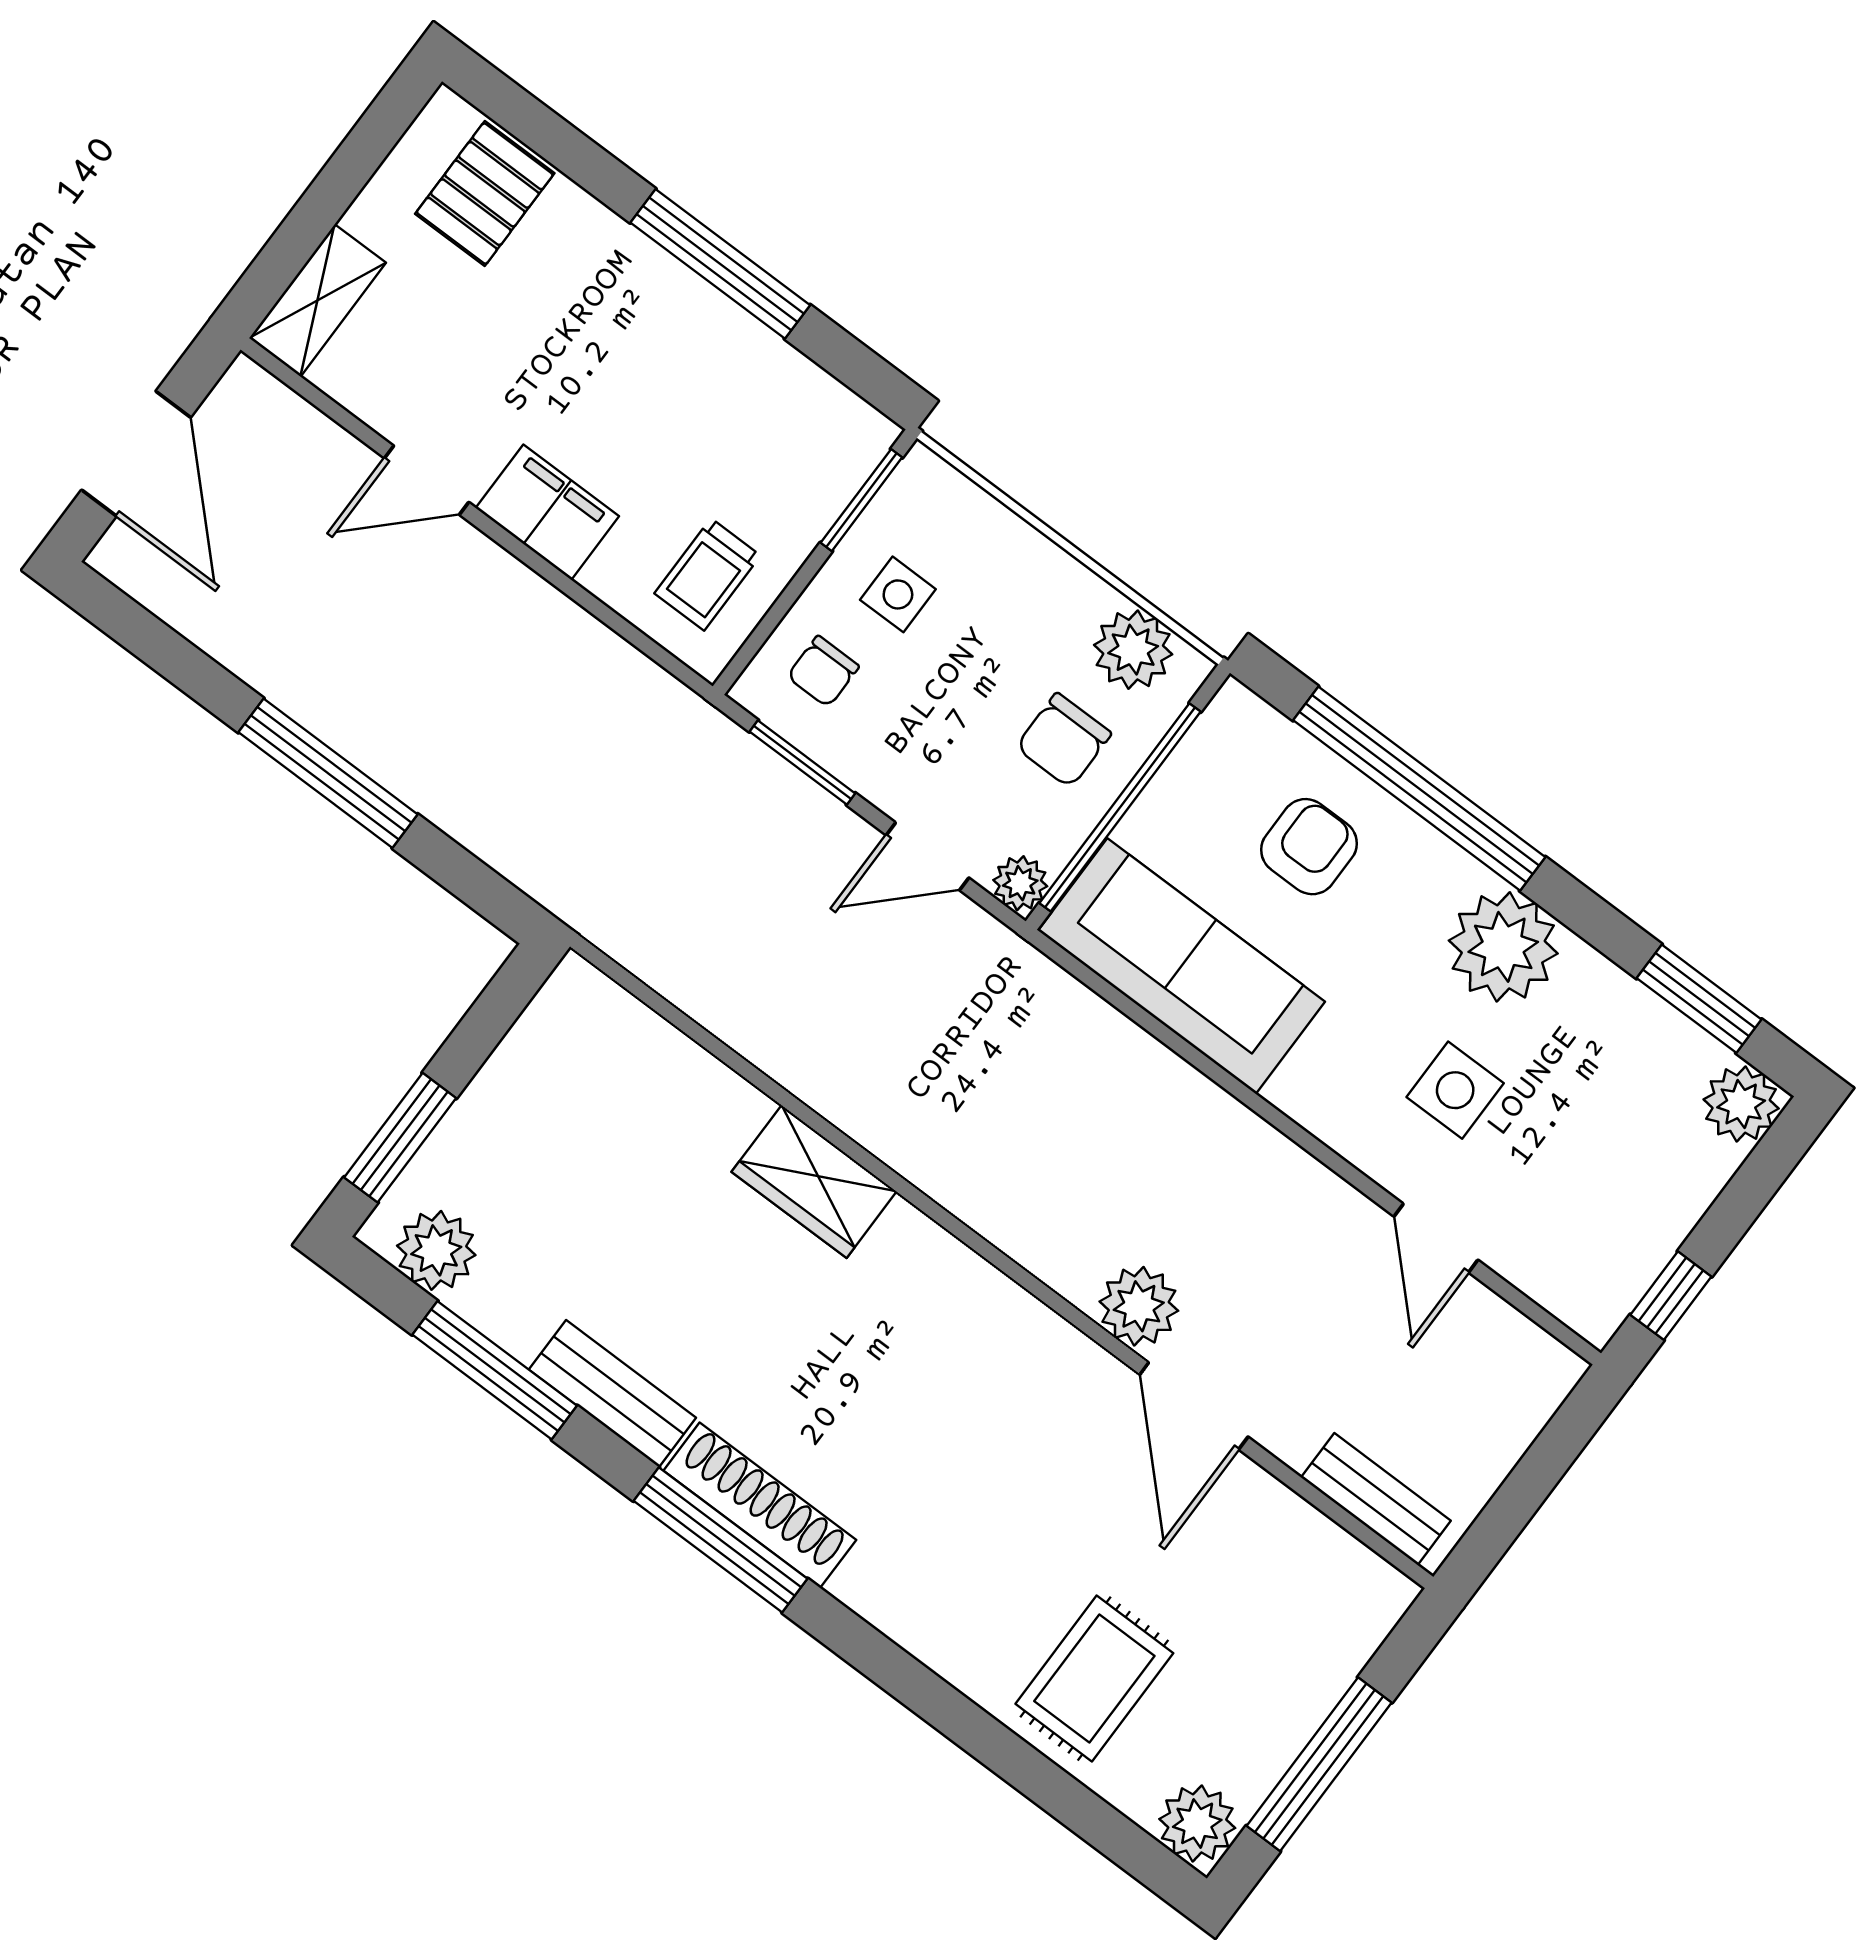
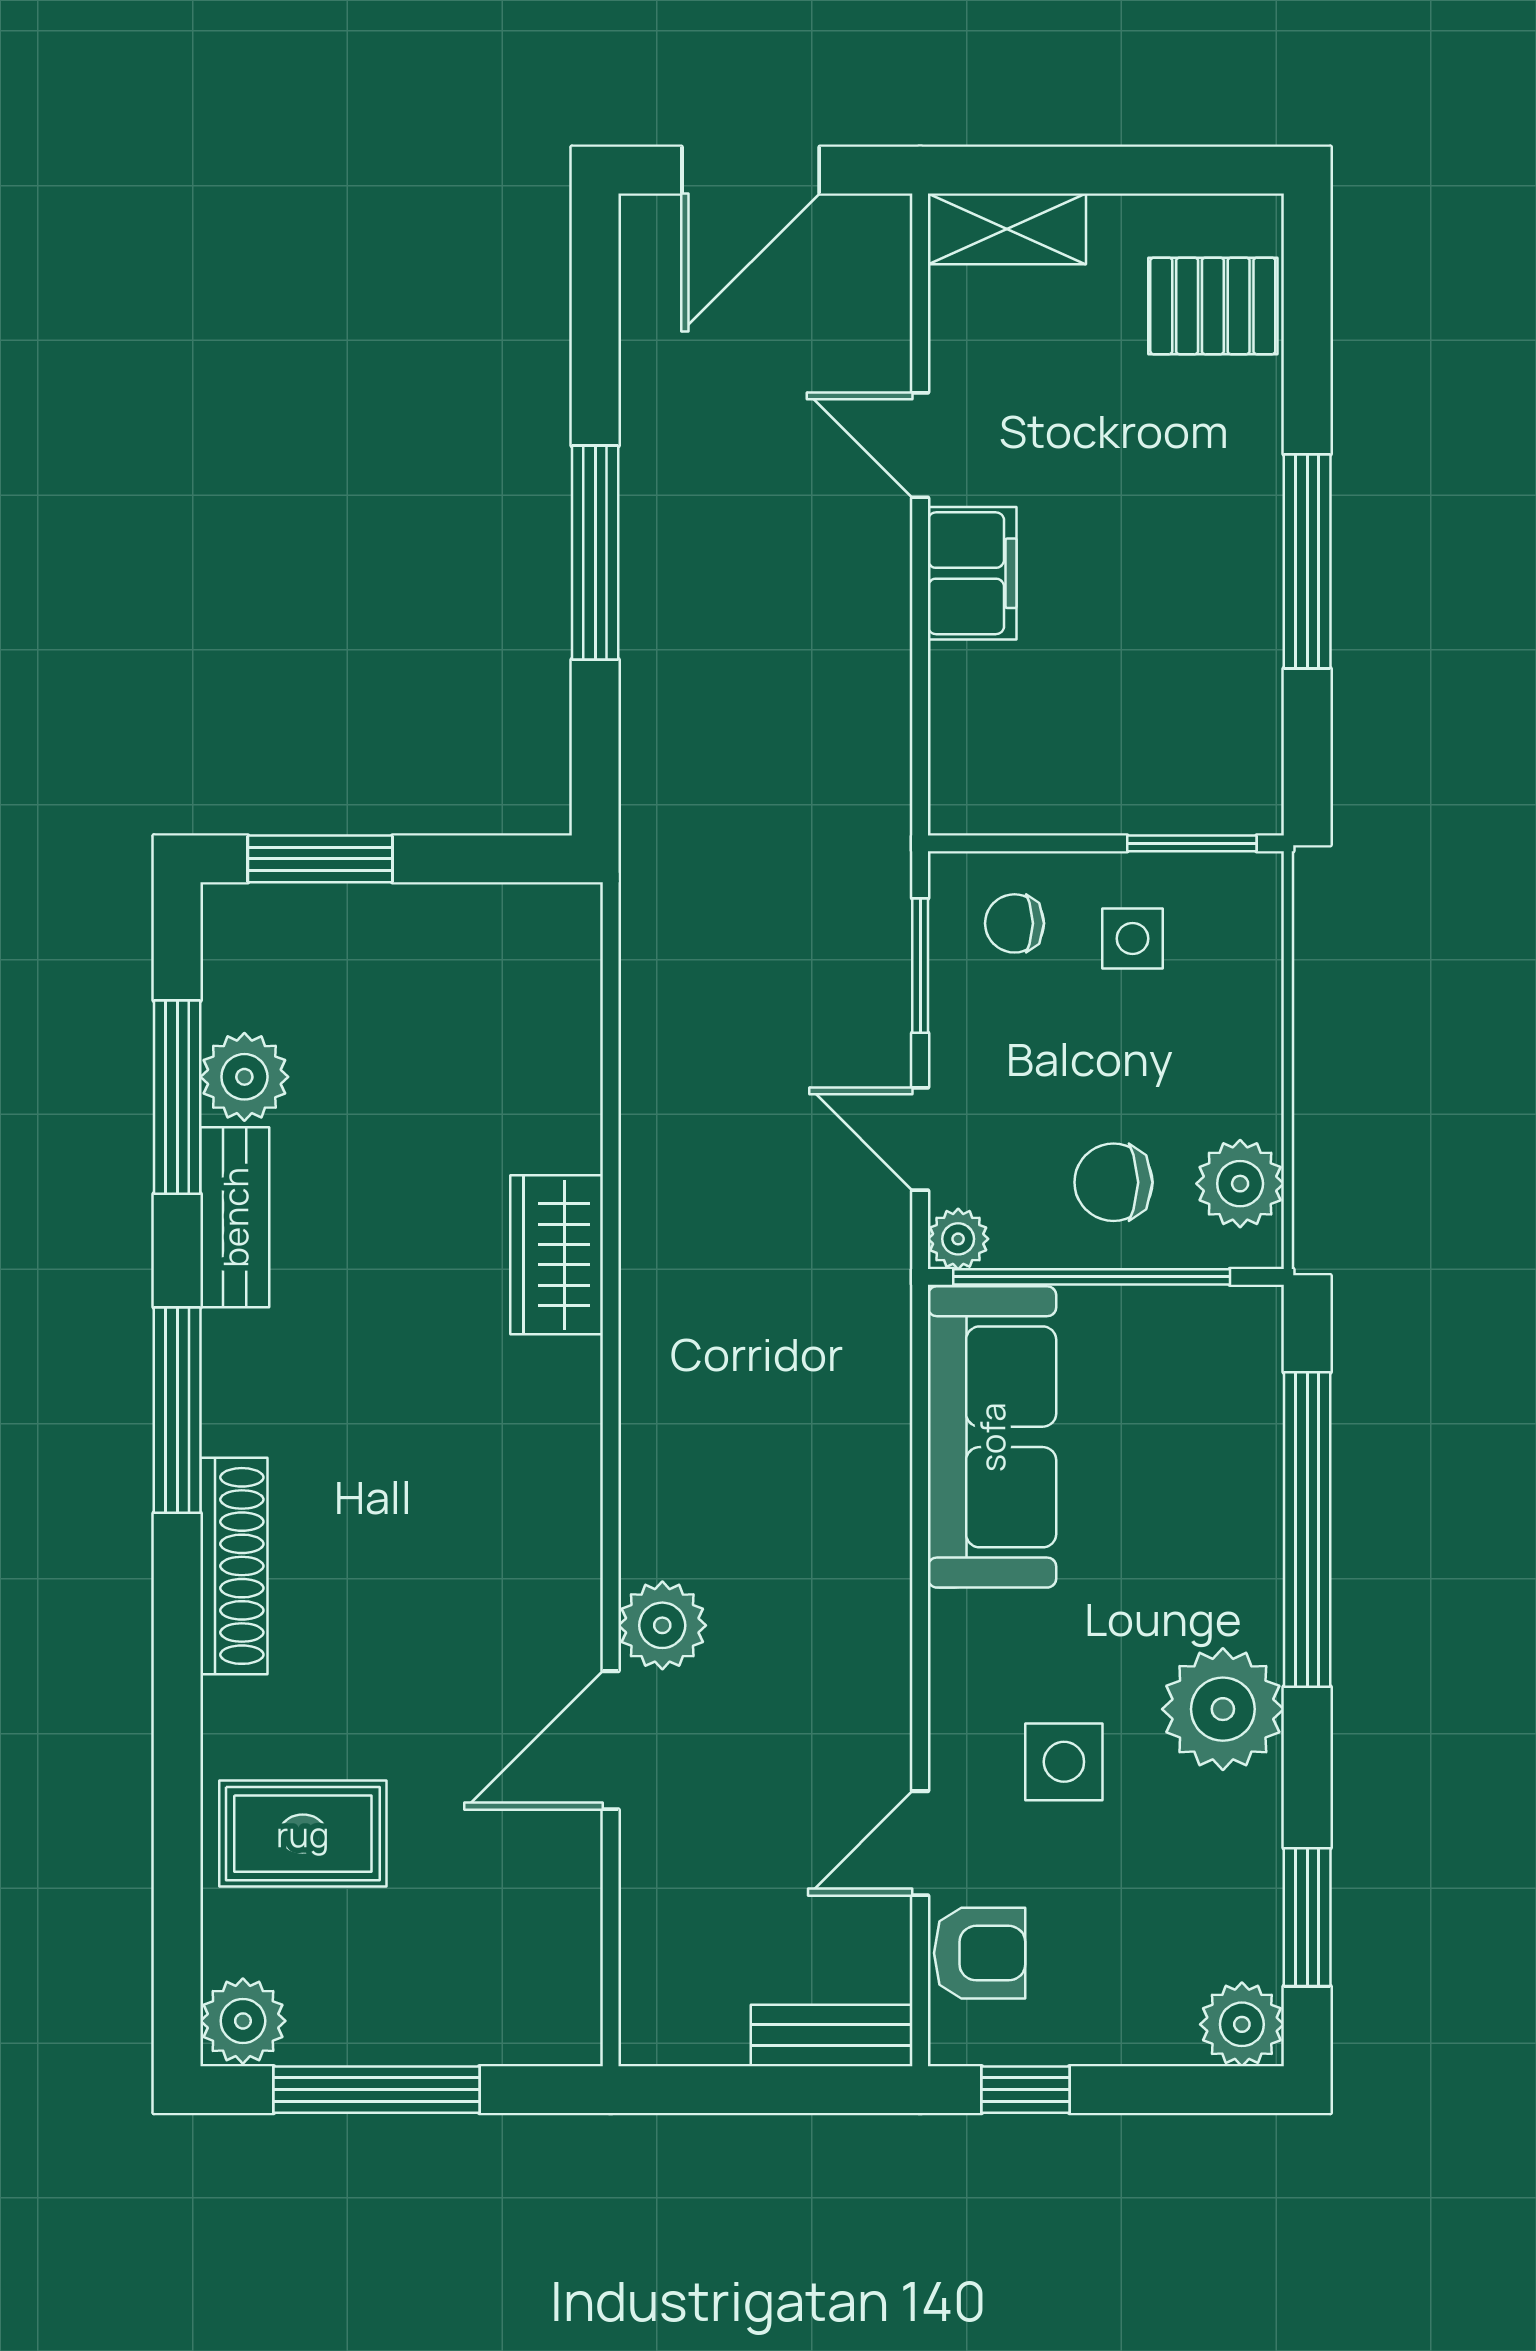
trolley: (707, 574) -> (1024, 757), removed
armchair: (1309, 847) -> (980, 1953), moved
plant: (436, 1250) -> (244, 1077), moved
bench: (1376, 1499) -> (832, 2035), moved, turned 90
shoe rack: (760, 1505) -> (234, 1566), moved

